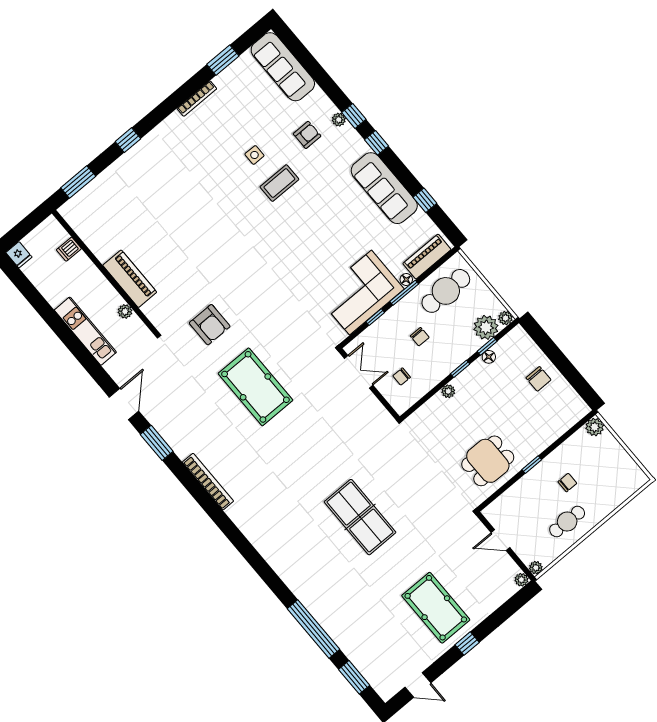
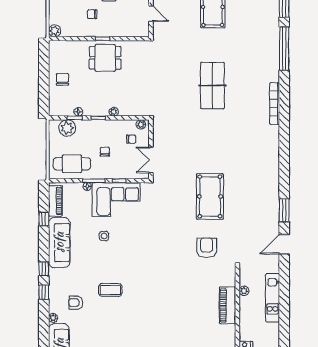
plant: (339, 120) -> (53, 318), moved
side table: (254, 155) -> (104, 236), moved
piano: (427, 257) -> (55, 201), moved, turned -90
plant: (505, 318) -> (141, 124), moved
dining table: (488, 461) -> (105, 58), moved
bookcase: (208, 482) -> (275, 104), moved

